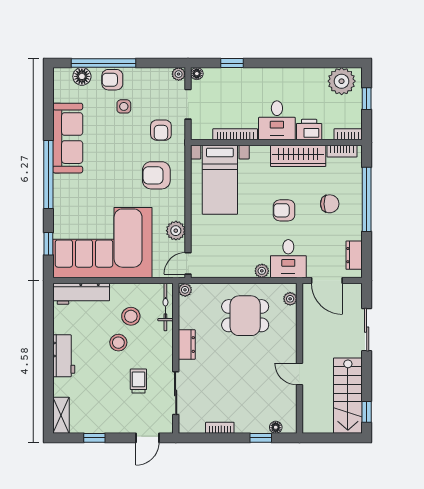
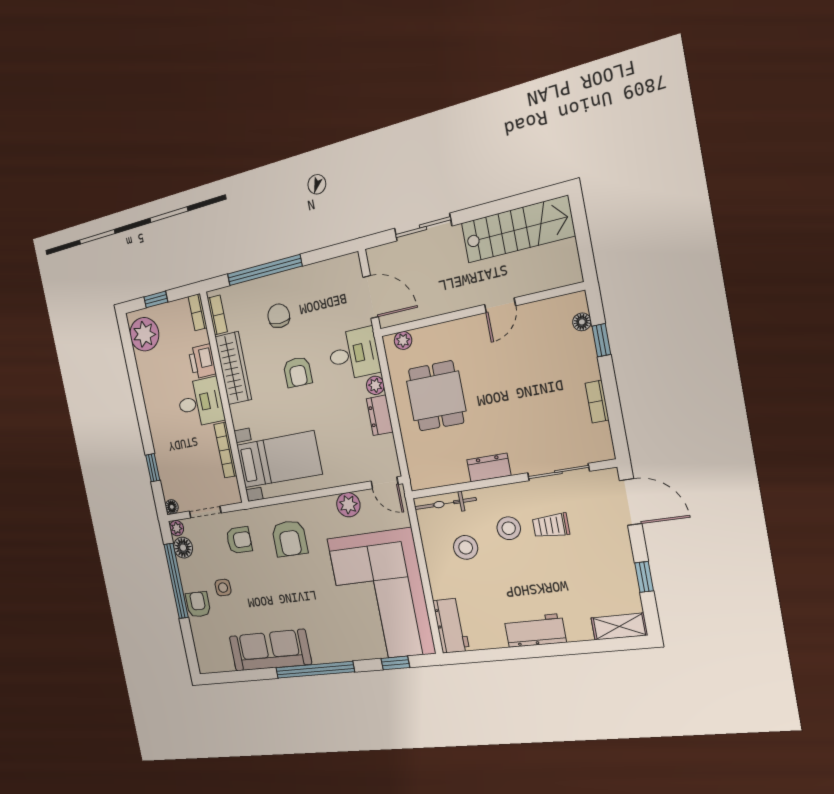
window: (103, 63) -> (176, 581), moved
floor lamp: (82, 76) -> (183, 548), moved
armchair: (112, 80) -> (198, 604), turned 180
dresser: (354, 255) -> (380, 415), moved, turned 90
door: (327, 280) -> (371, 297), hinge flipped
plant: (185, 290) -> (418, 481), removed
workbench: (81, 294) -> (451, 626), width x0.73
stool: (118, 343) -> (509, 528), moved
window: (367, 412) -> (536, 197), removed
door: (147, 438) -> (631, 502), width x1.38

